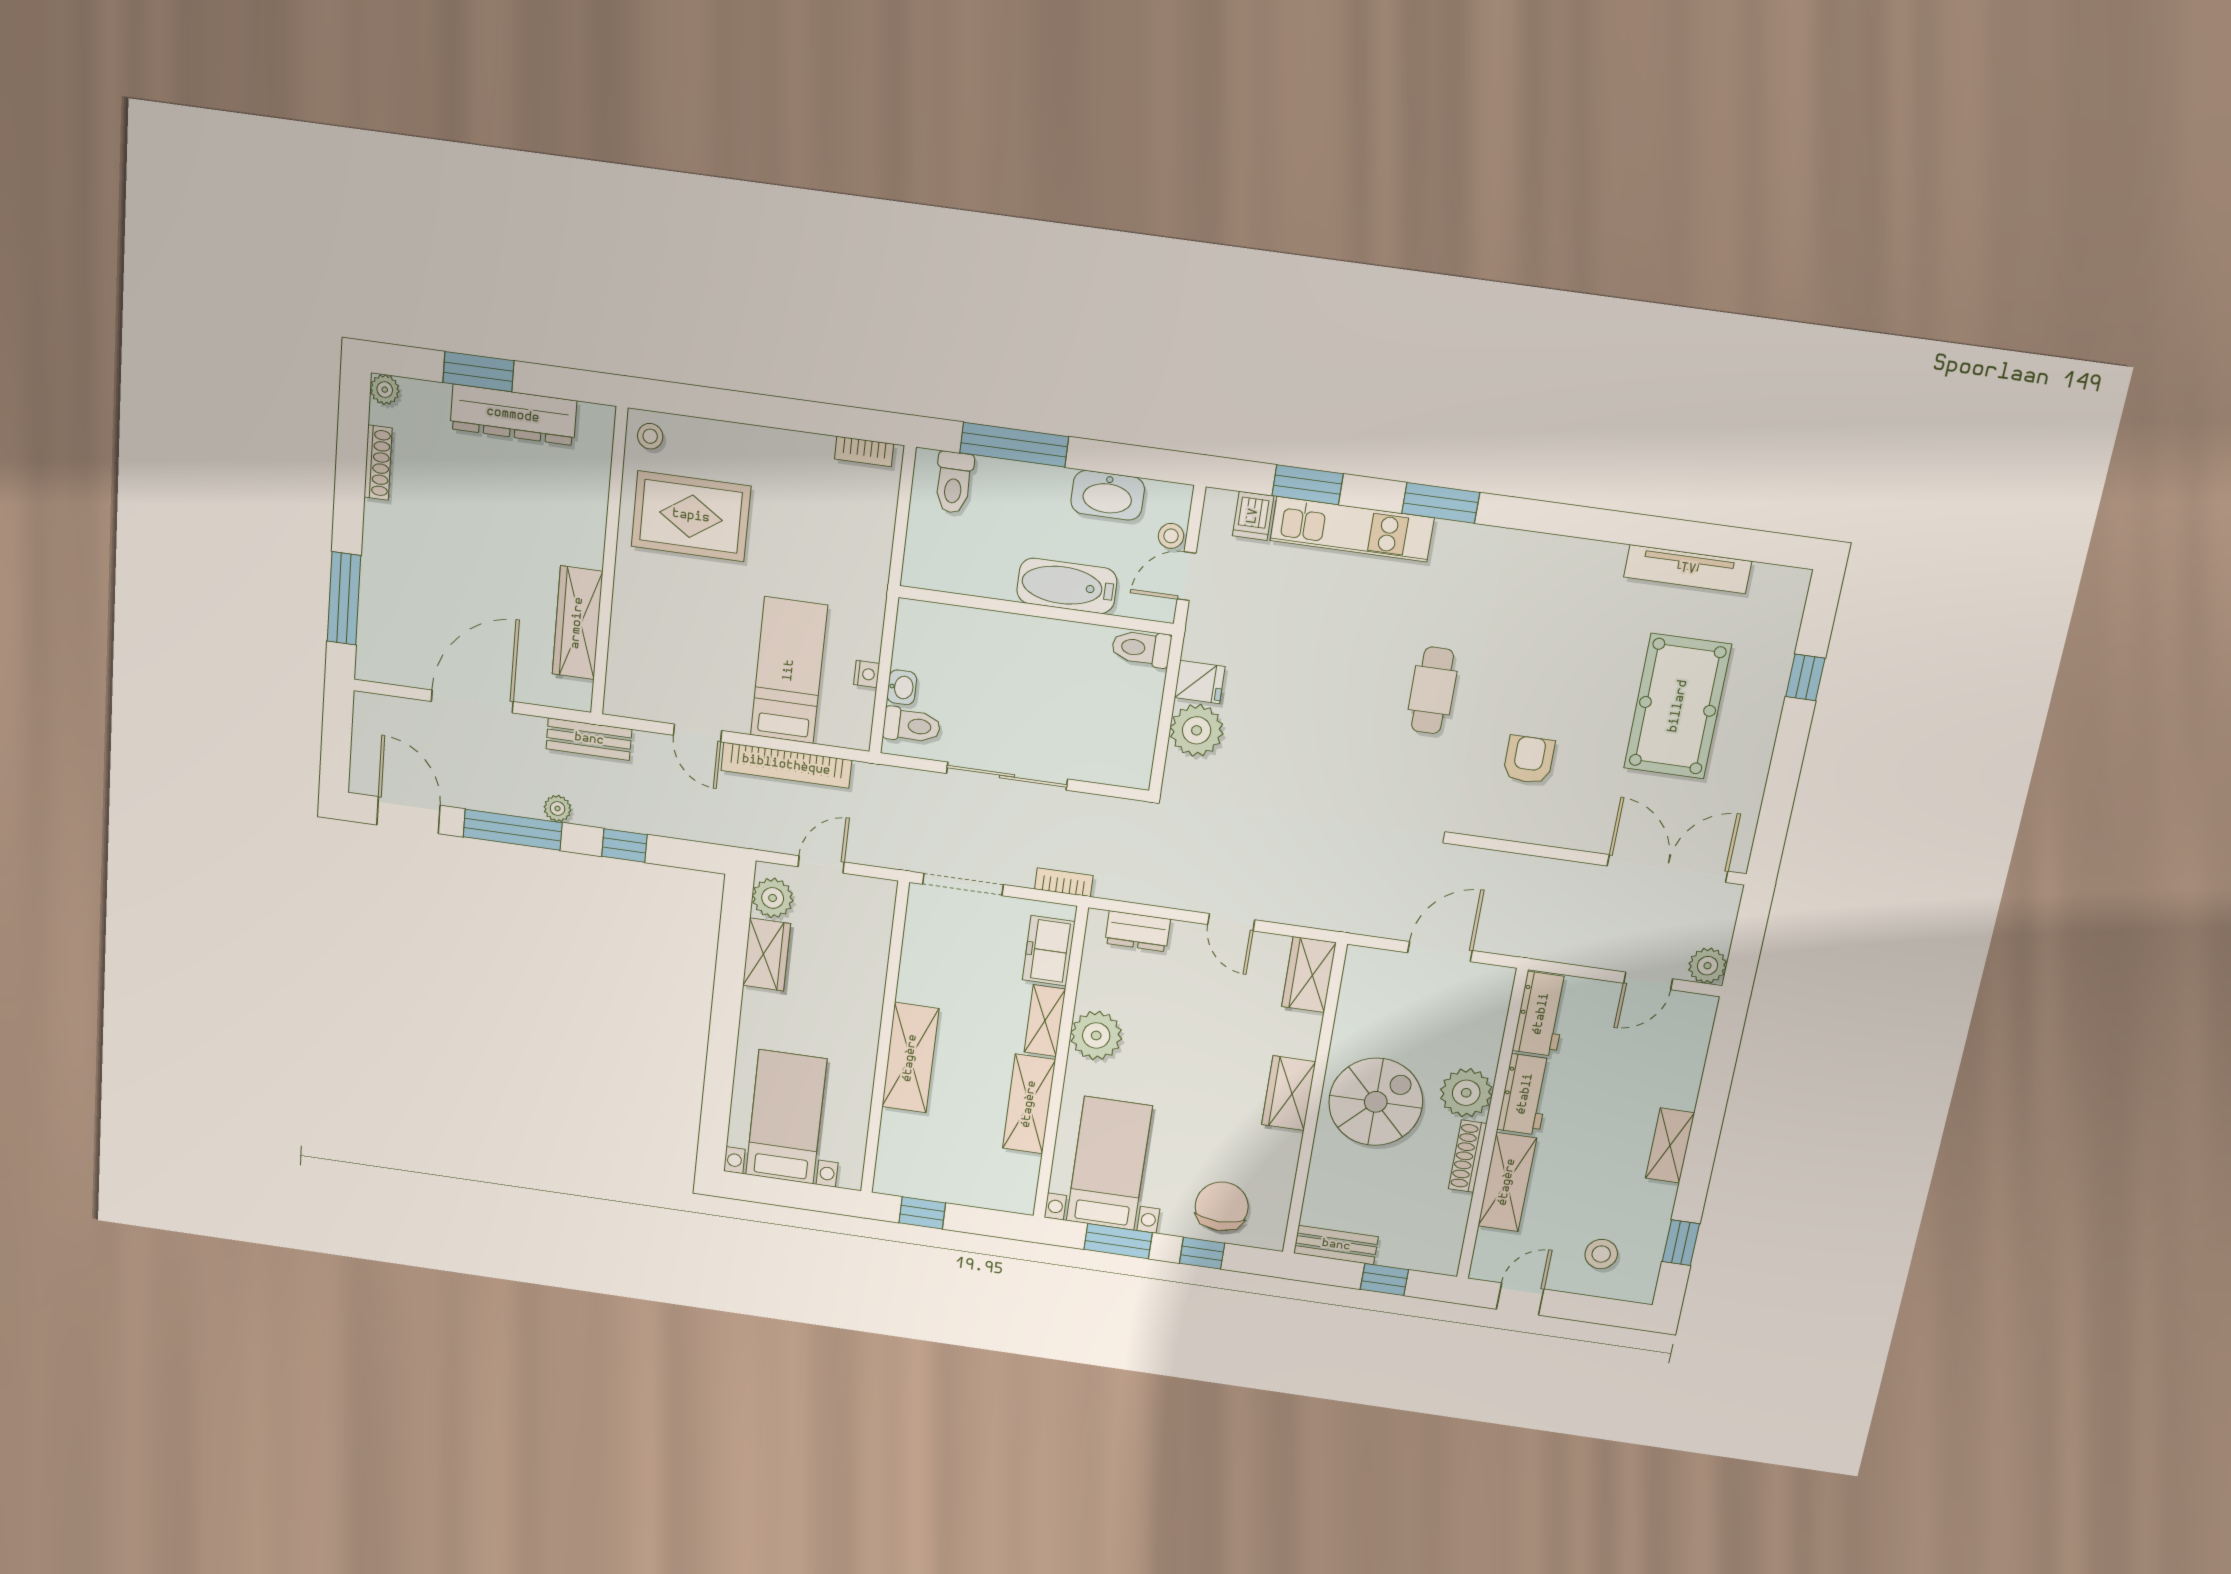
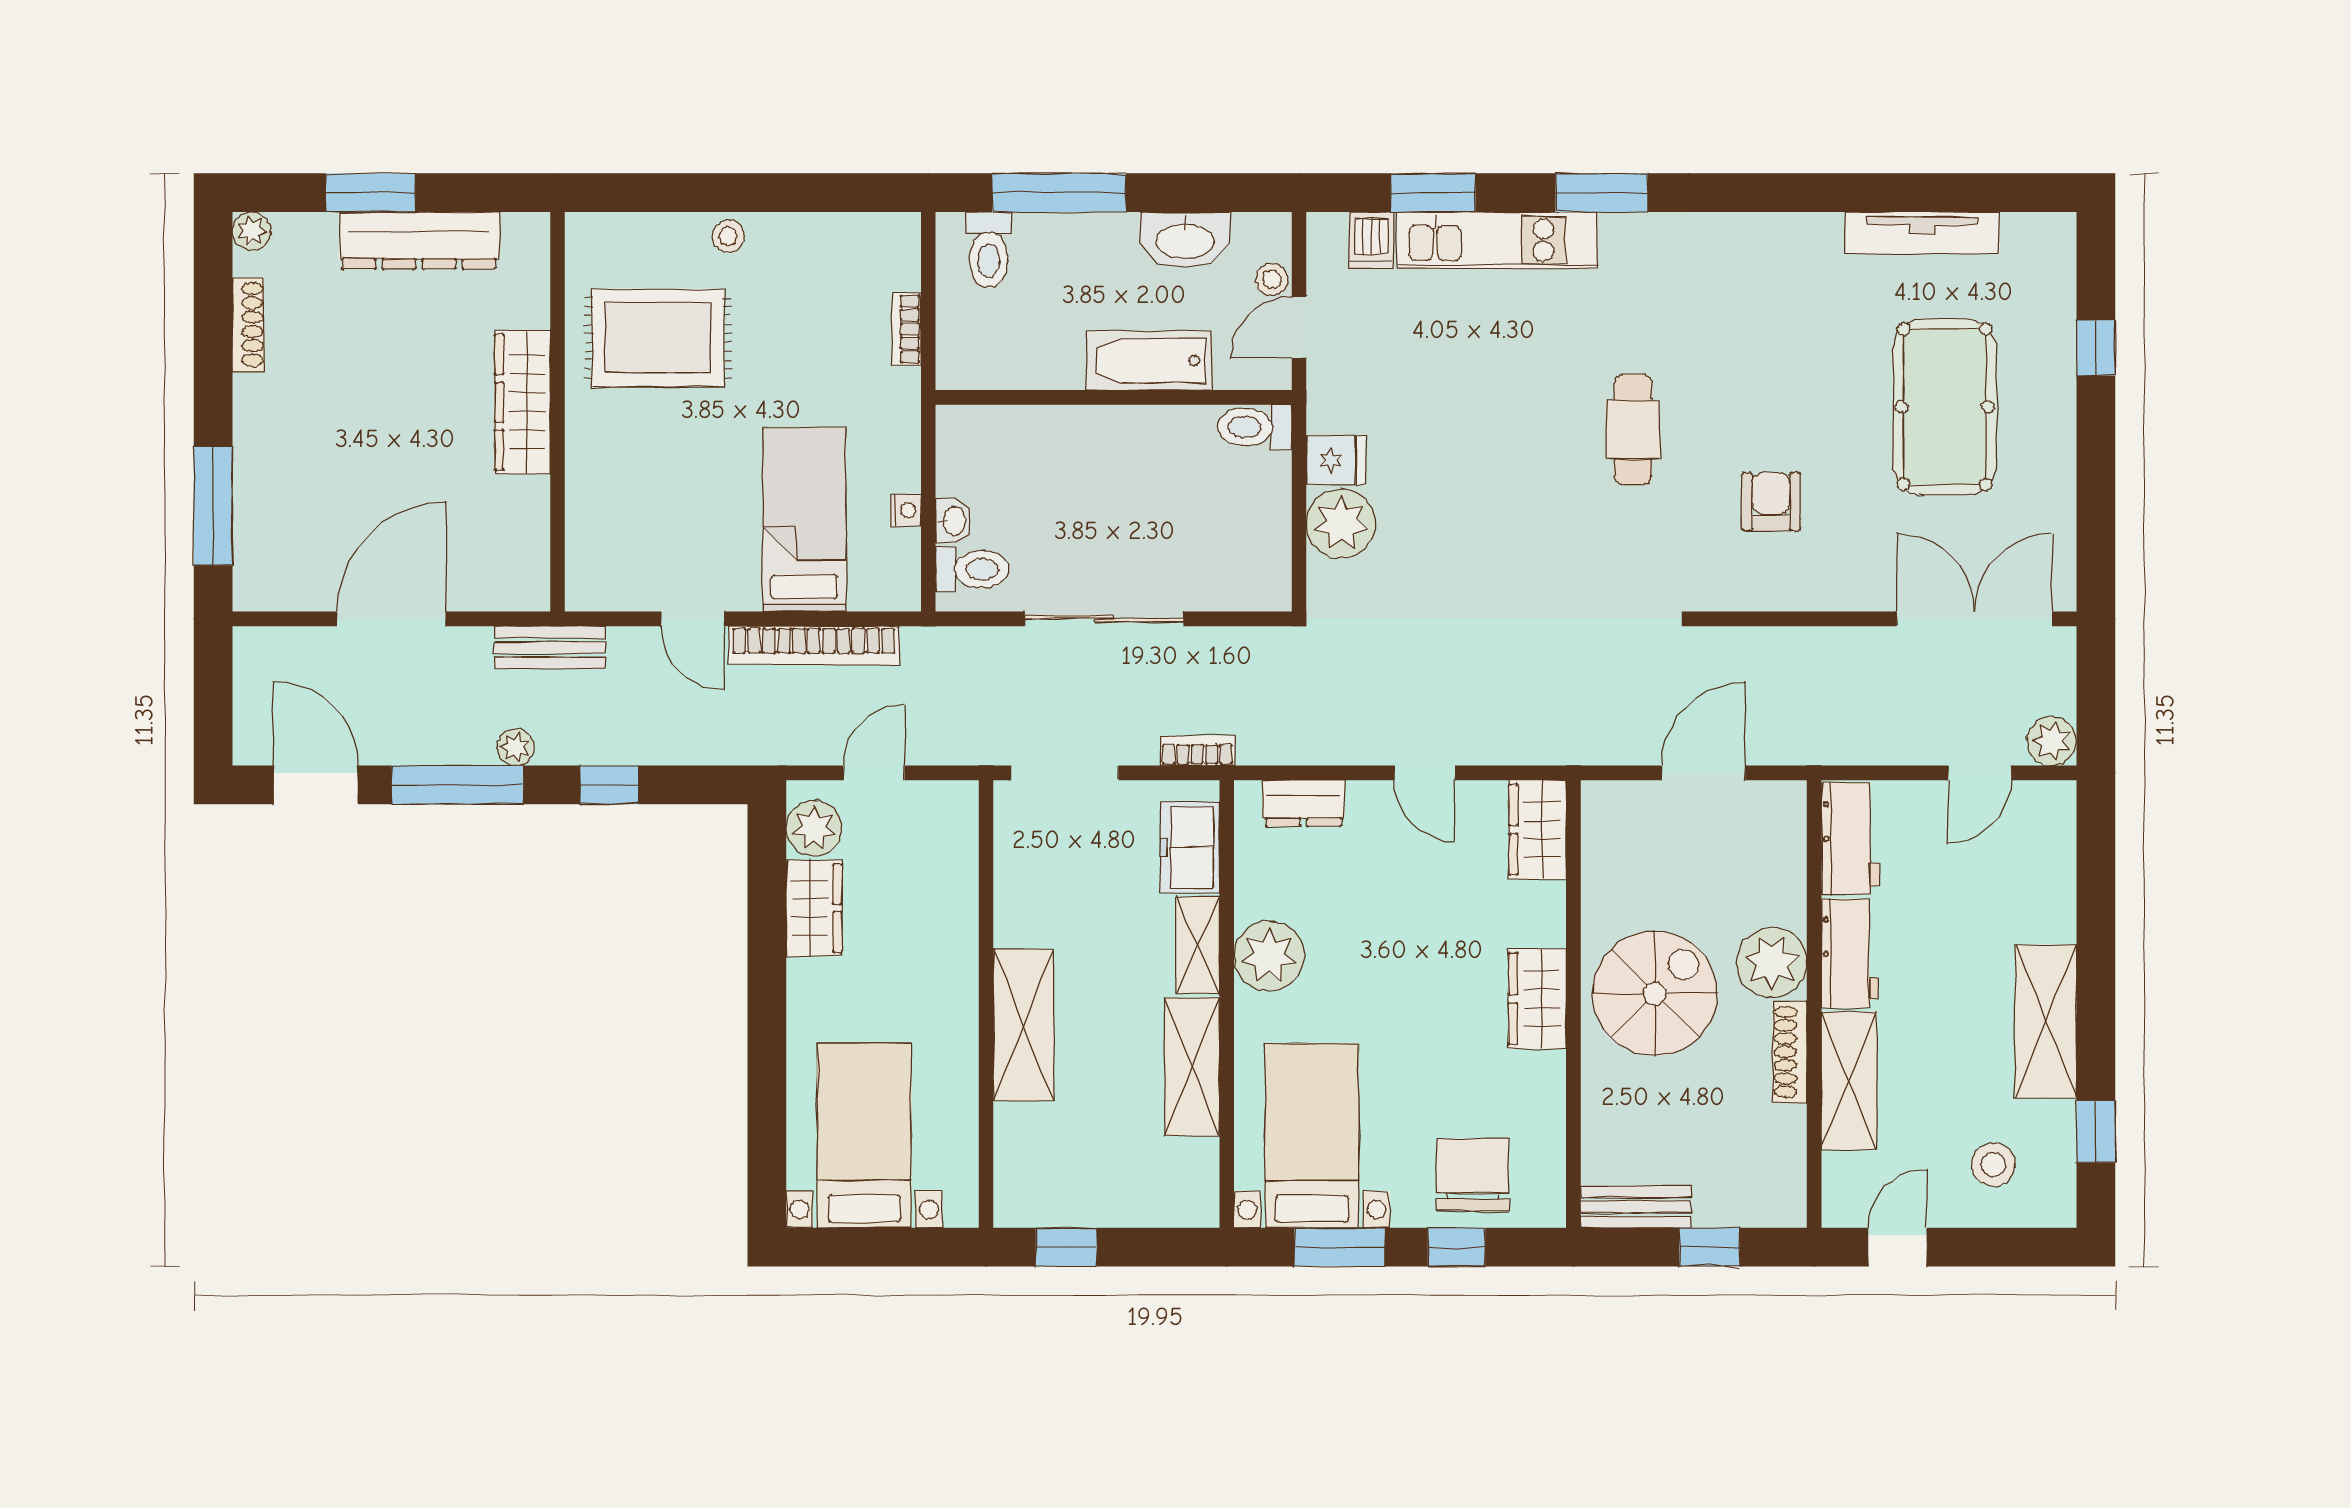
stool: (650, 436) -> (728, 236), moved
bookcase: (864, 452) -> (906, 329), moved, turned 90
wardrobe: (577, 623) -> (523, 402), moved
shelving: (1670, 1146) -> (2046, 1021), width x1.50, depth x1.33

